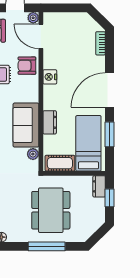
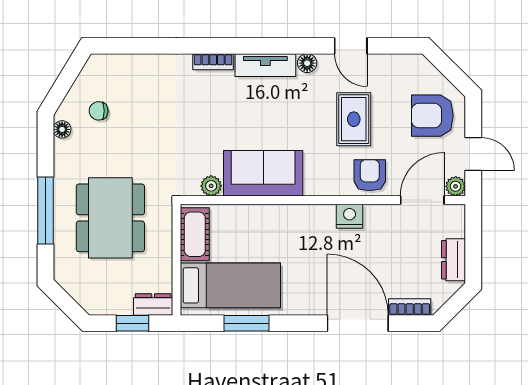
door: (110, 90) -> (358, 323), moved
dresser: (50, 122) -> (454, 260), moved, turned 90
dining table: (51, 210) -> (110, 218), turned 90

